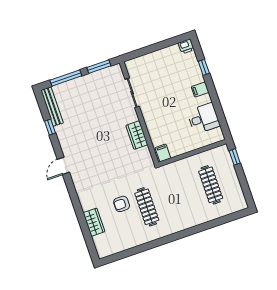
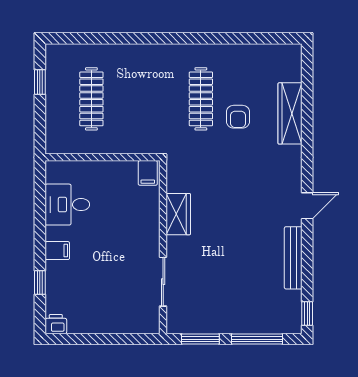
bench: (52, 107) -> (293, 258), moved
window: (50, 127) -> (307, 313), moved
window: (235, 157) -> (40, 82), moved
armchair: (122, 204) -> (238, 117), turned 90
wardrobe: (94, 222) -> (290, 113), width x1.50

